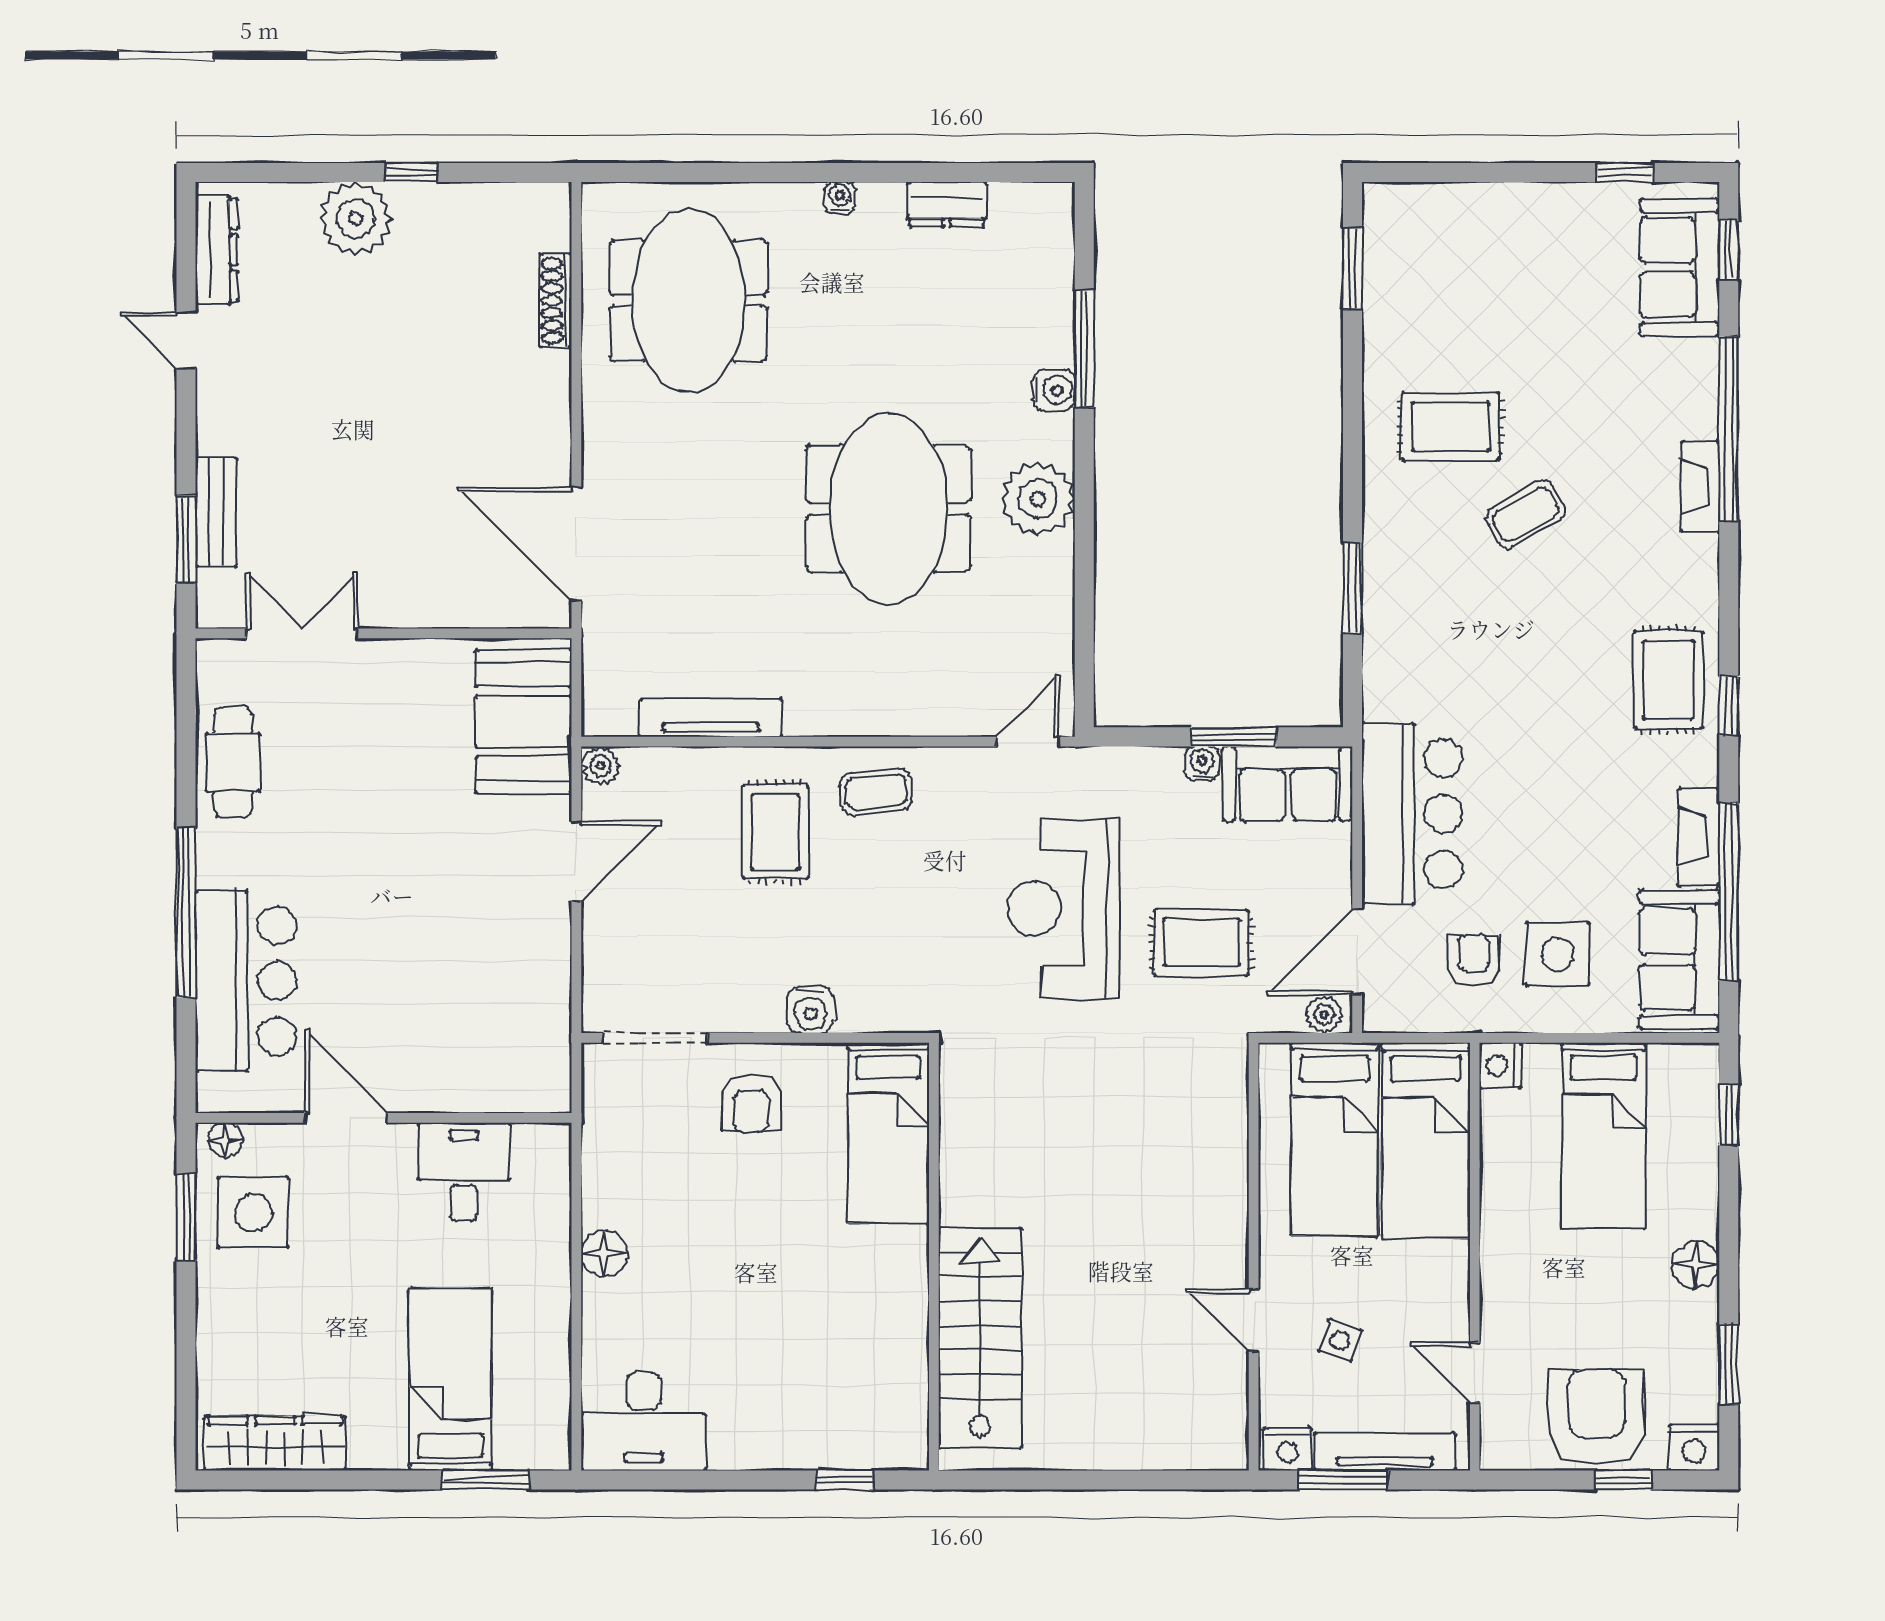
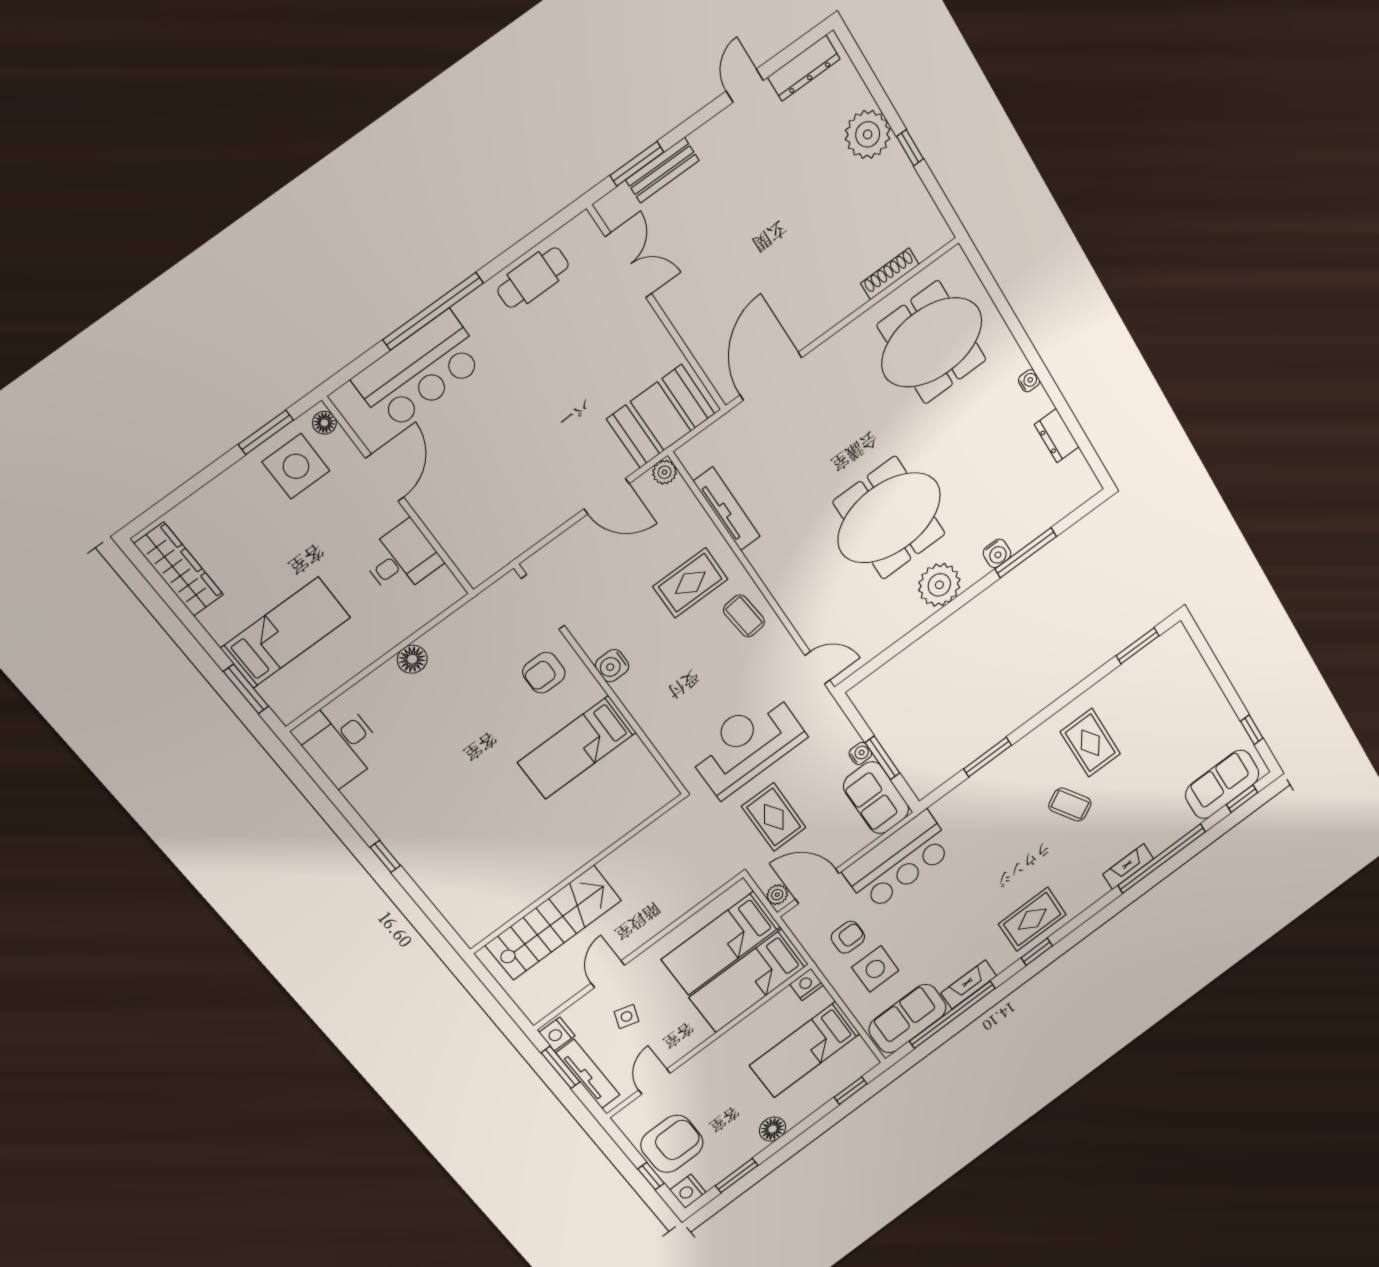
wall: (934, 1257) -> (578, 873), moved
stairs: (980, 1338) -> (553, 923), moved

